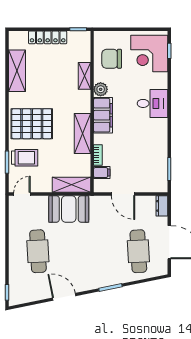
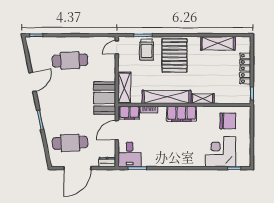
corner desk: (149, 53) -> (221, 152), moved
chair: (112, 59) -> (228, 121), turned 90
shelving: (84, 76) -> (203, 99), moved
plant: (101, 89) -> (203, 112), removed
desk: (152, 103) -> (130, 154), moved
shelving: (82, 133) -> (166, 97), width x1.47
filing cabinet: (102, 173) -> (130, 113), width x2.00
door: (22, 194) -> (117, 47), swing flipped
booth: (69, 209) -> (105, 98), moved

